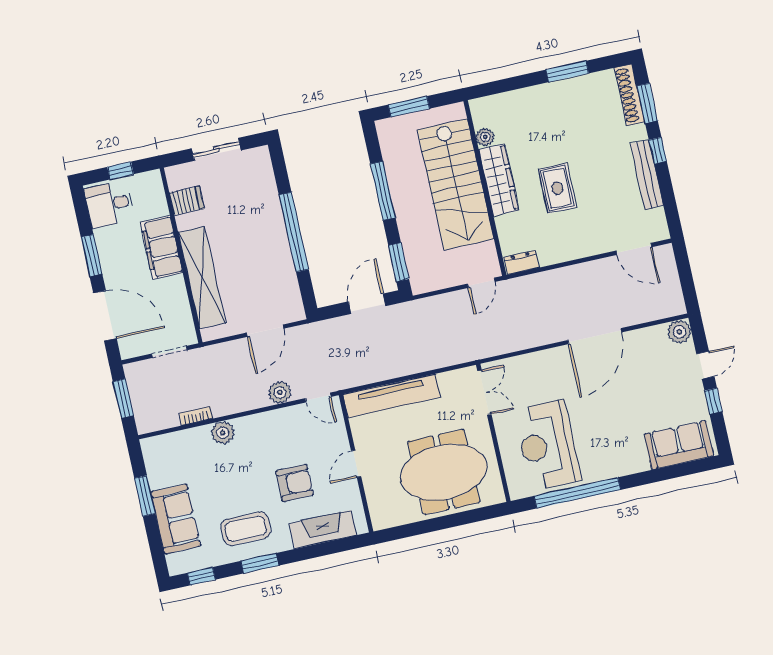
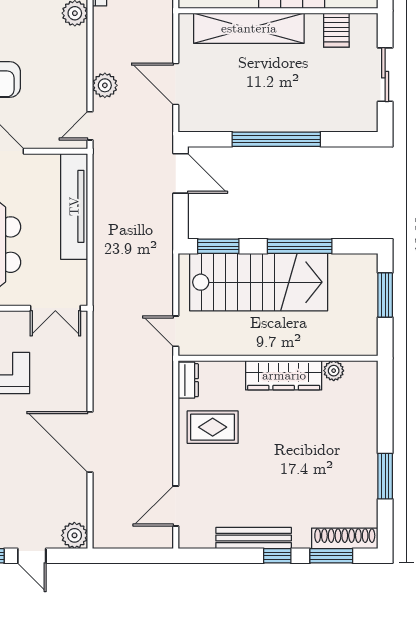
stairs: (456, 184) -> (259, 282), moved, turned 180
rug: (557, 188) -> (213, 427), moved
door: (367, 304) -> (180, 173), moved

